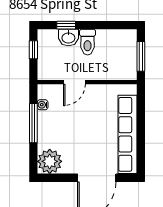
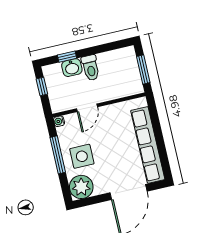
water cooler: (43, 105) -> (59, 121), moved
side table: (58, 130) -> (82, 156), added

